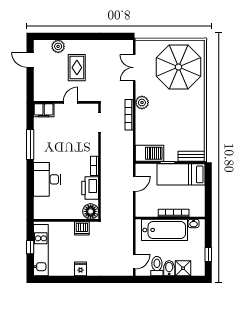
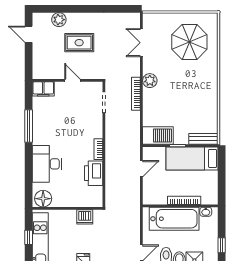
parasol: (178, 67) -> (189, 42), width x0.73, depth x0.73
rug: (77, 68) -> (79, 43), turned 90
door: (71, 102) -> (72, 80), hinge flipped
floor lamp: (91, 211) -> (43, 199), moved

